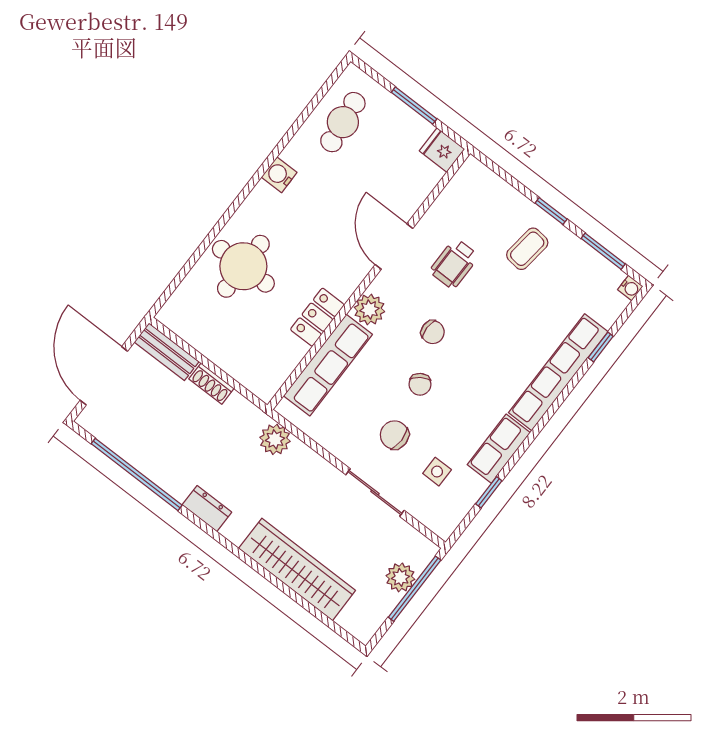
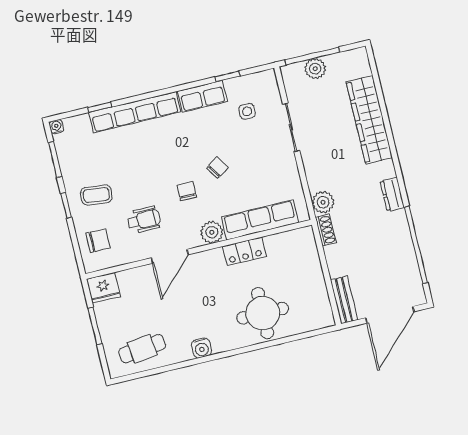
fridge: (442, 150) -> (103, 288), width x1.38
shoe rack: (211, 384) -> (326, 230), moved
chair: (394, 435) -> (98, 241), moved, turned -90

